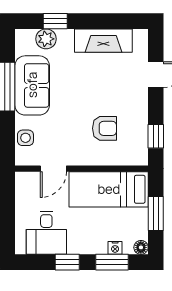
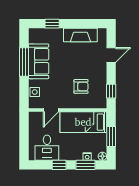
plant: (46, 39) -> (47, 34), removed

